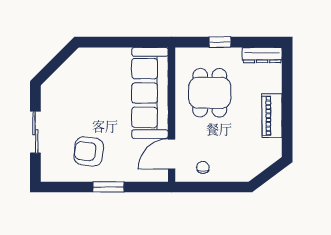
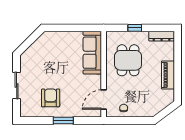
sofa: (150, 93) -> (92, 53), width x0.74, depth x0.79
armchair: (89, 152) -> (51, 98), turned 83

